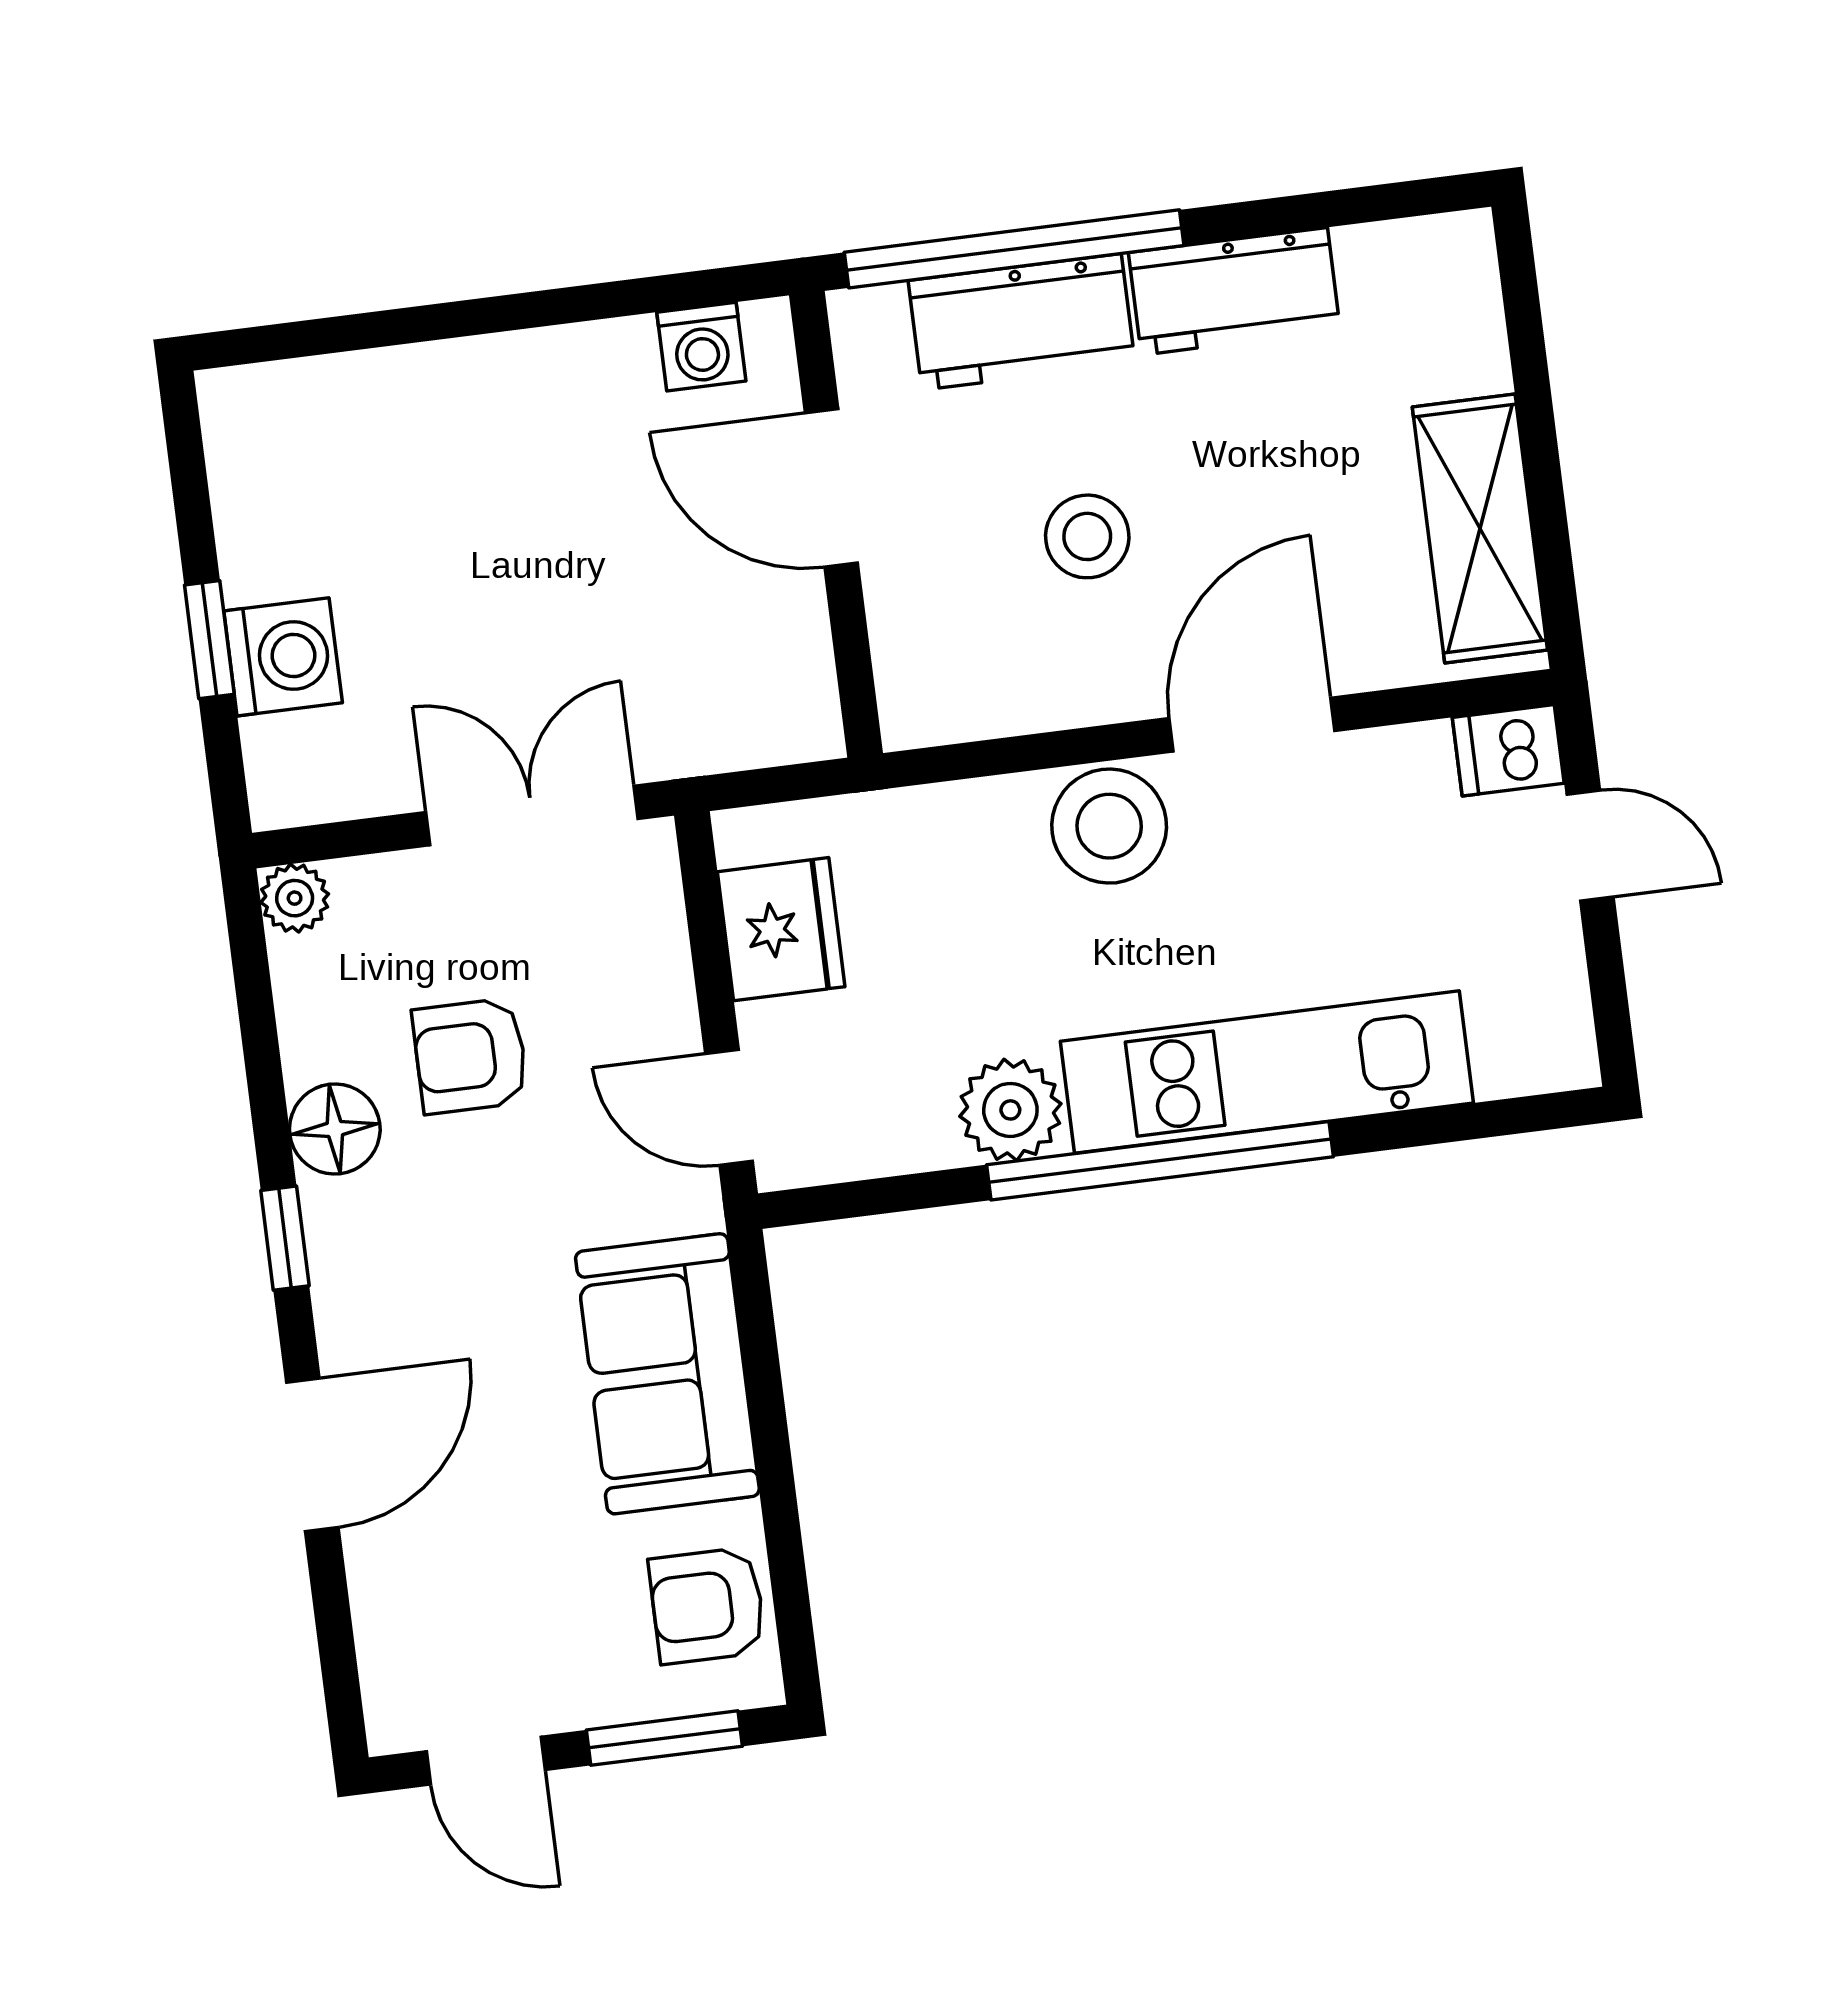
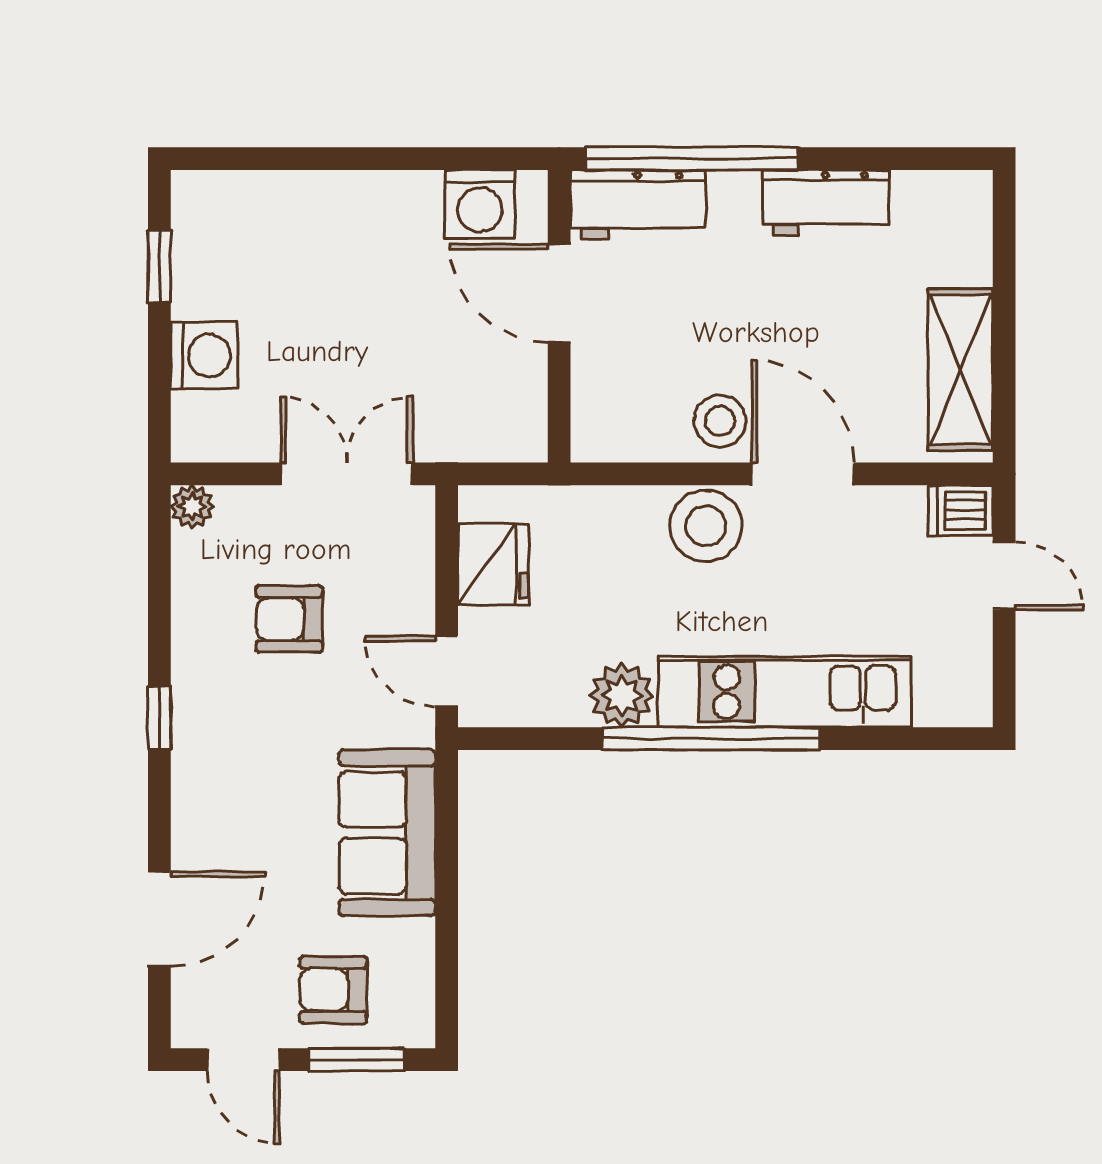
workbench: (1022, 322) -> (638, 205), moved
washing machine: (701, 347) -> (480, 204), width x1.38, depth x1.38
stool: (1087, 536) -> (720, 421), moved
window: (209, 640) -> (159, 267), moved
door: (1252, 725) -> (803, 474), hinge flipped
floor lamp: (335, 1129) -> (199, 654), removed
door: (312, 1455) -> (159, 919), moved
armchair: (707, 1605) -> (333, 990), moved

